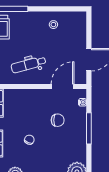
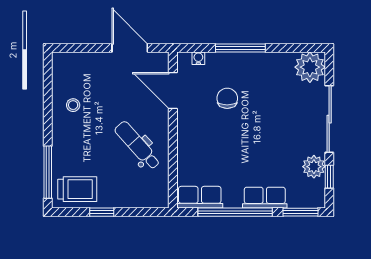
dental chair: (28, 65) -> (137, 145), turned 153
chair: (29, 140) -> (259, 144), removed

